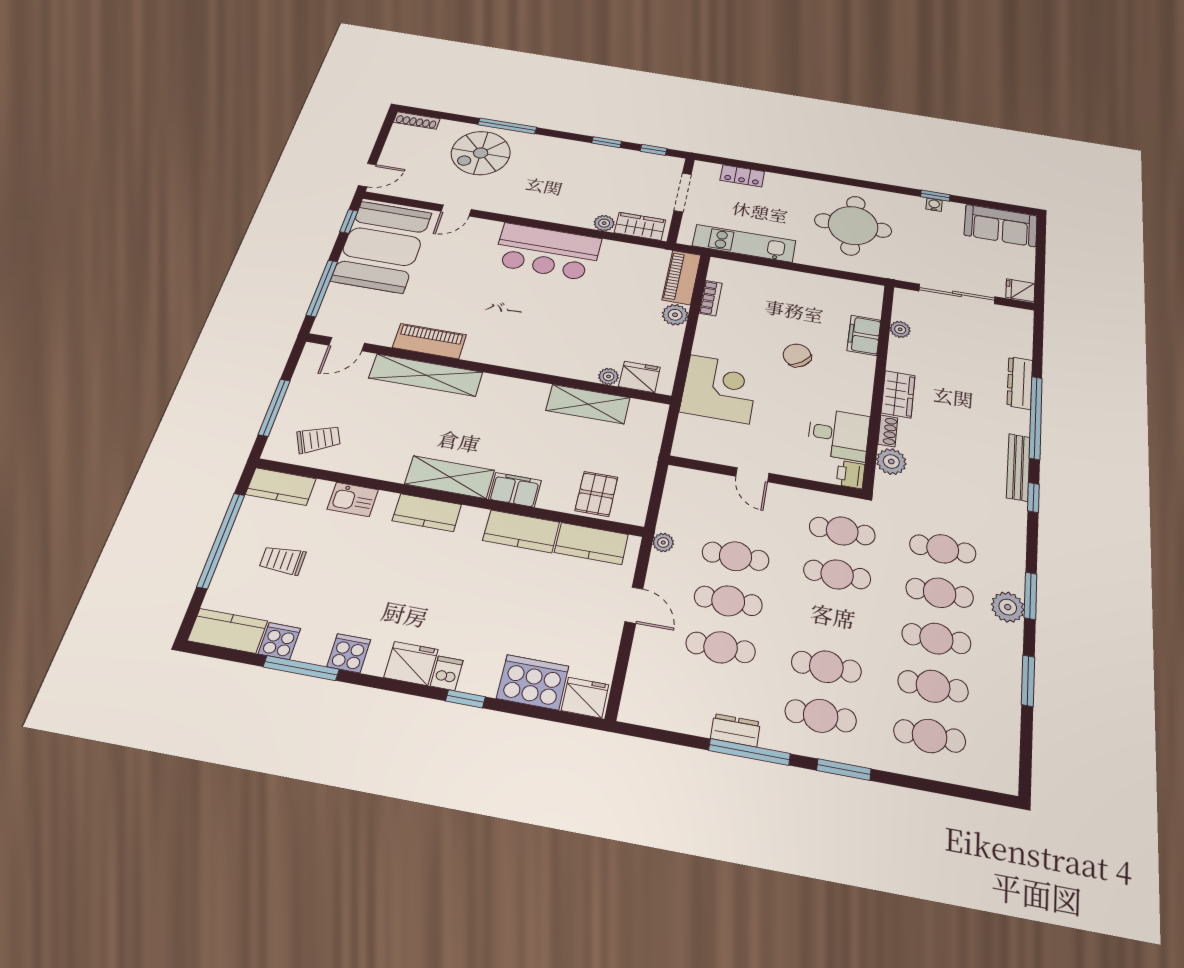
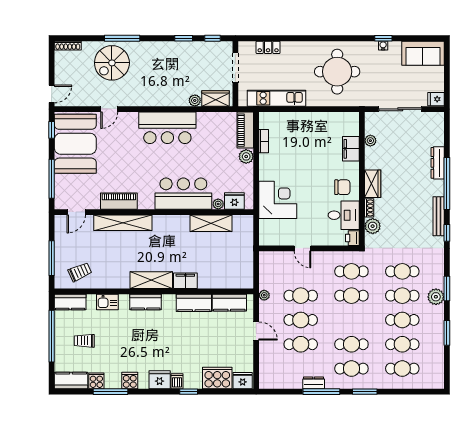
bar counter: (549, 350) -> (183, 194), added
chair: (797, 355) -> (342, 187), moved, turned 128
pallet: (596, 494) -> (226, 275), removed

